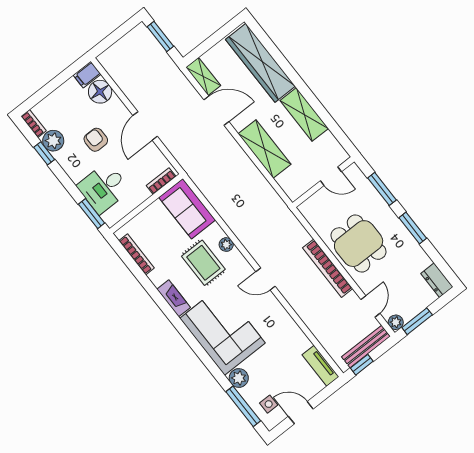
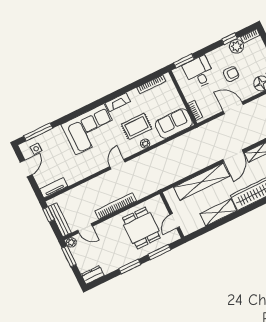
shelving: (264, 149) -> (202, 182), width x1.47
dining table: (359, 244) -> (141, 228), moved, turned 90
plant: (239, 378) -> (57, 133), removed

